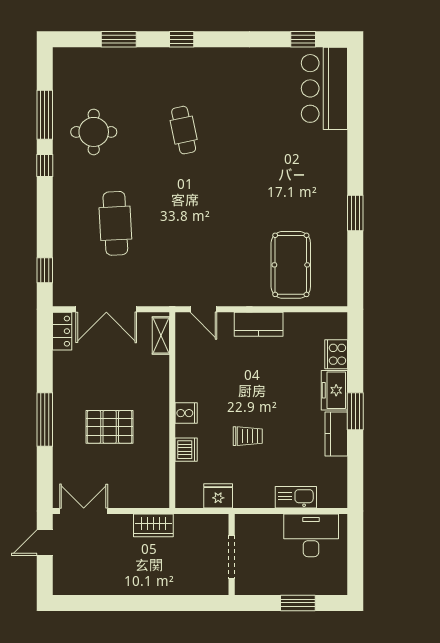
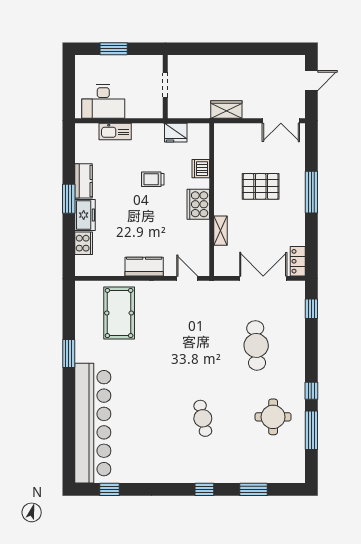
bar counter: (324, 88) -> (93, 423), width x1.86
shelving: (161, 336) -> (221, 231), moved
cooker: (186, 413) -> (198, 204), width x1.87, depth x1.31
door: (45, 543) -> (311, 81), moved
doorway: (232, 557) -> (165, 85), width x0.73

